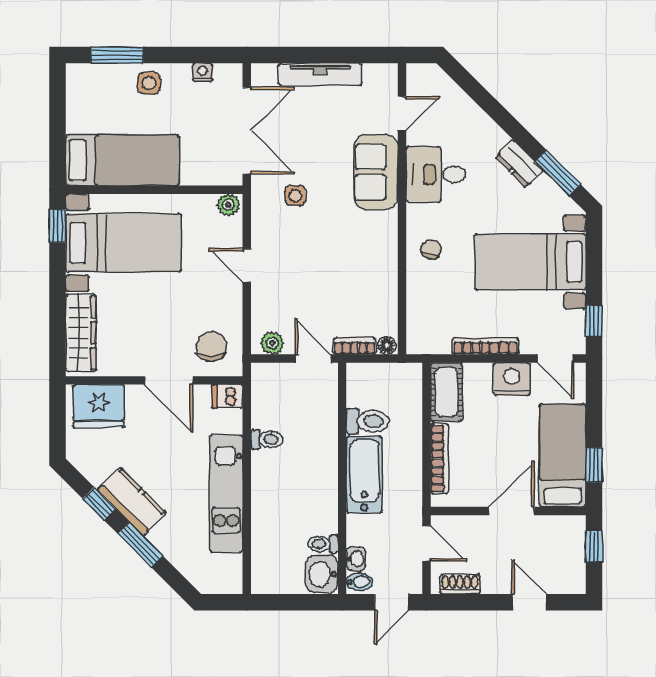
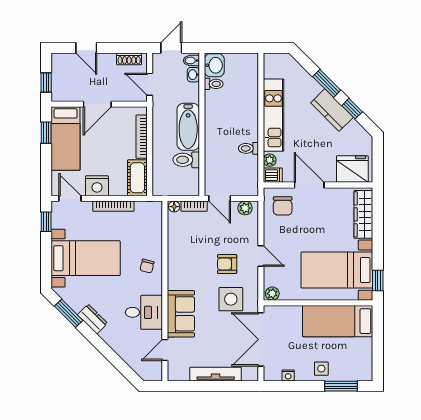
side table: (295, 196) -> (231, 299), width x1.87, depth x1.87
armchair: (301, 252) -> (227, 264), added
plant: (232, 421) -> (270, 160), added

